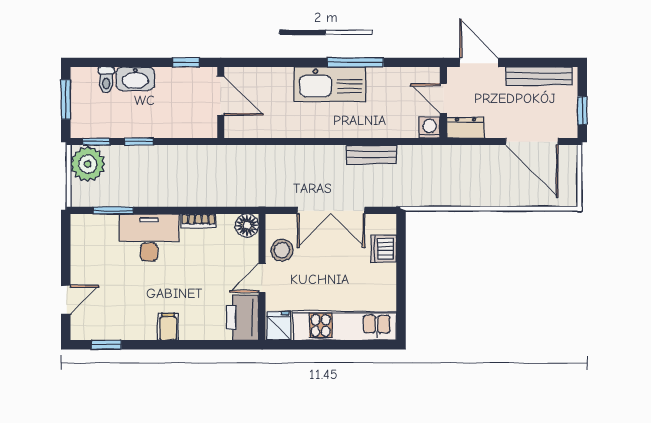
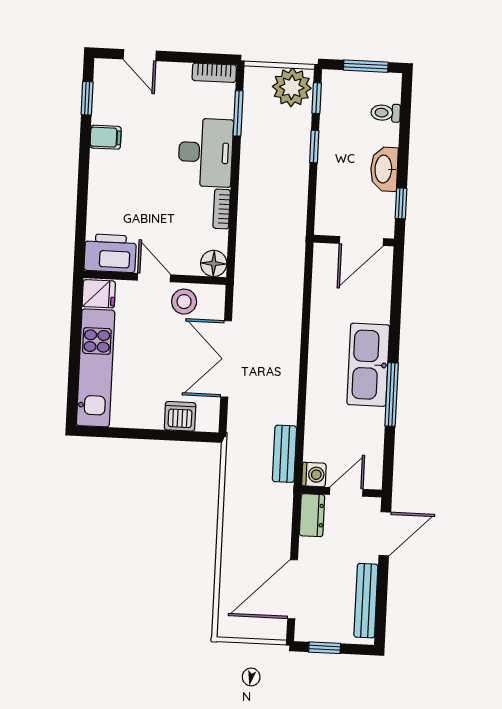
washbasin: (135, 79) -> (384, 169), moved
bench: (371, 155) -> (285, 454), moved
bookcase: (78, 233) -> (214, 73), added
filing cabinet: (168, 327) -> (106, 137), moved

